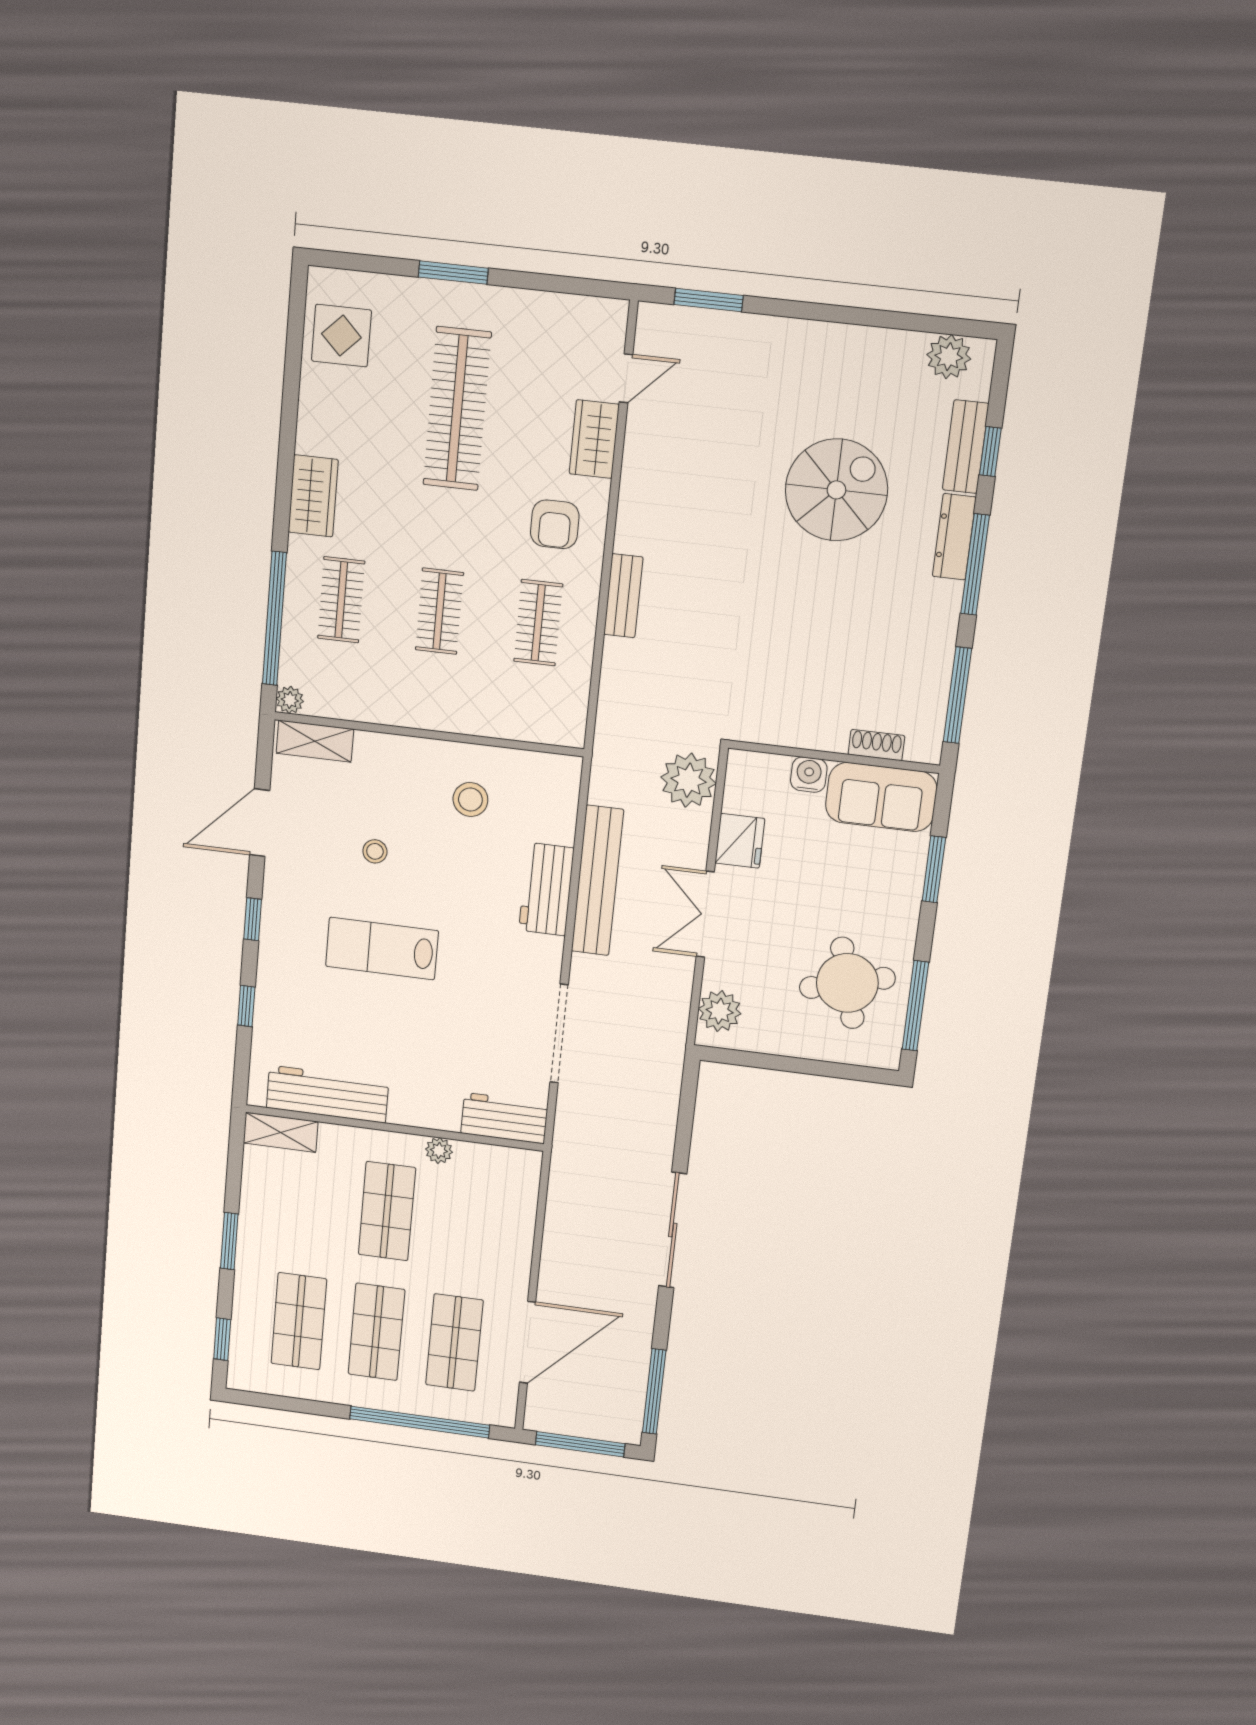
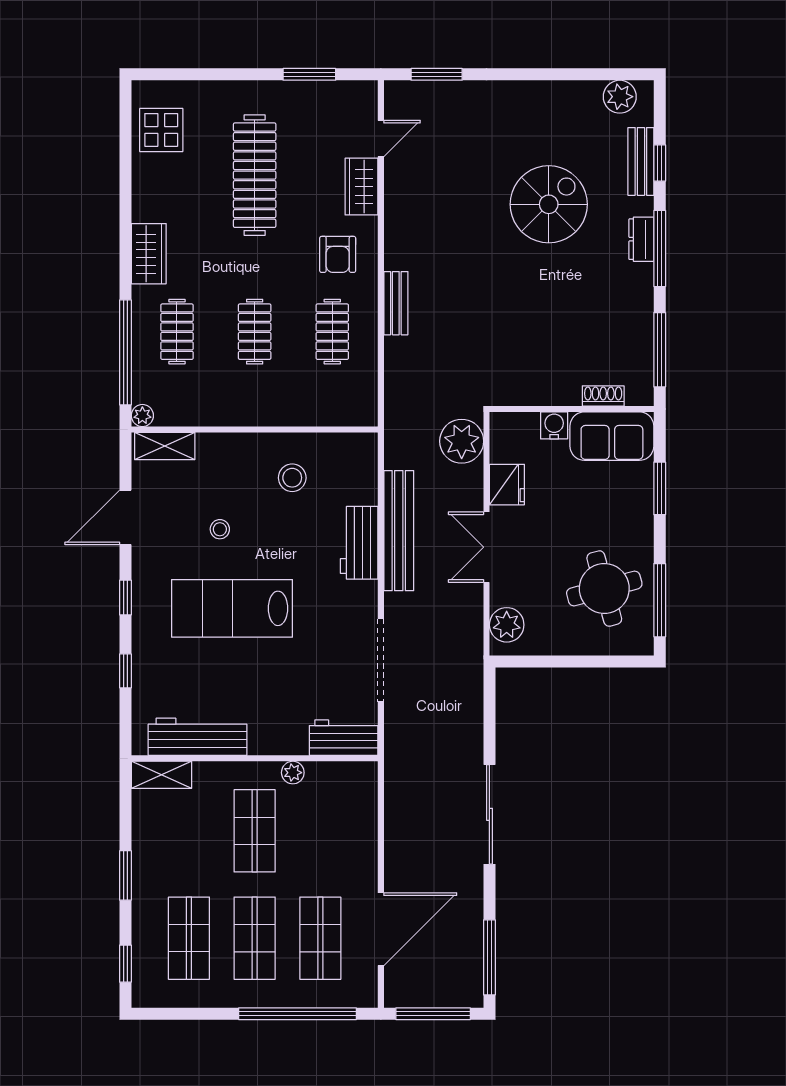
window: (453, 273) -> (309, 74), moved
dresser: (954, 537) -> (641, 239), width x0.70
lab bench: (382, 949) -> (232, 608), width x1.36, depth x1.39

